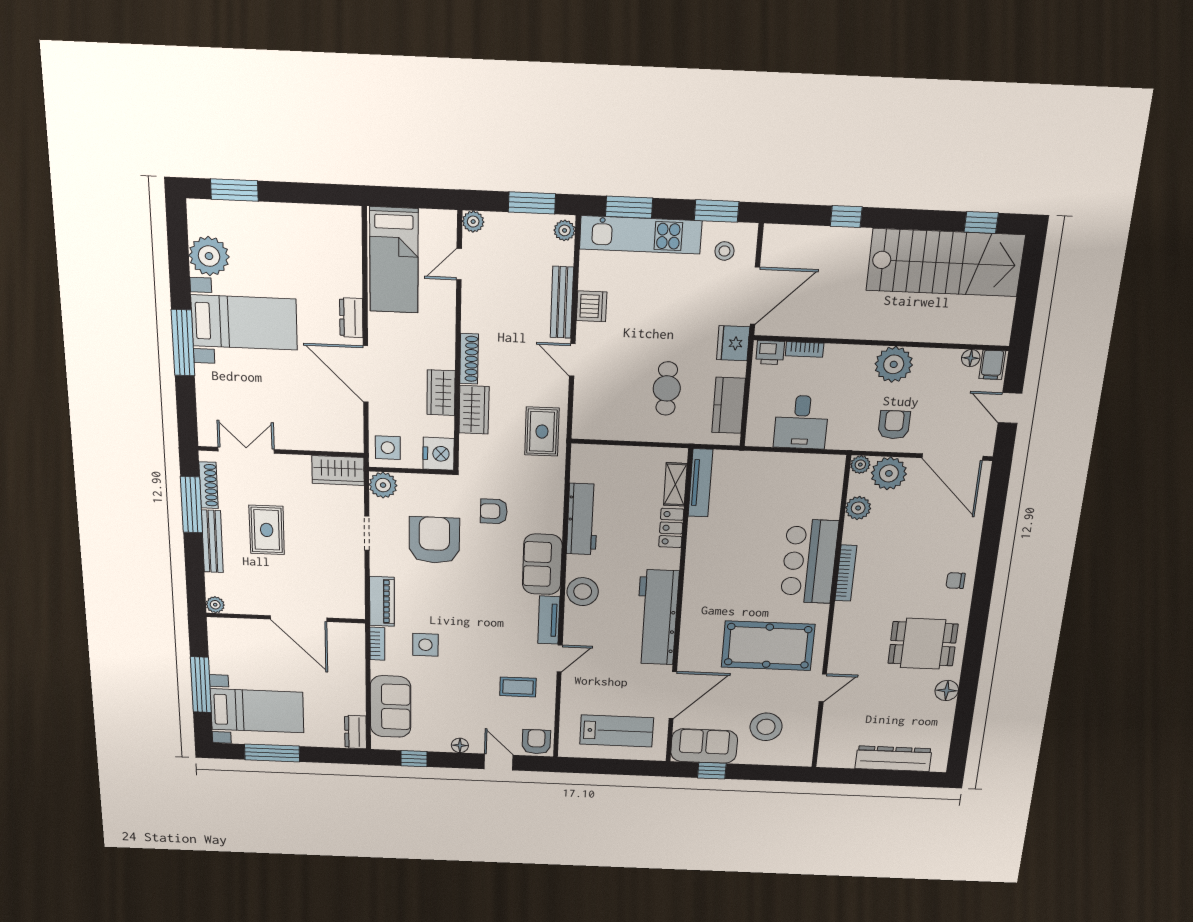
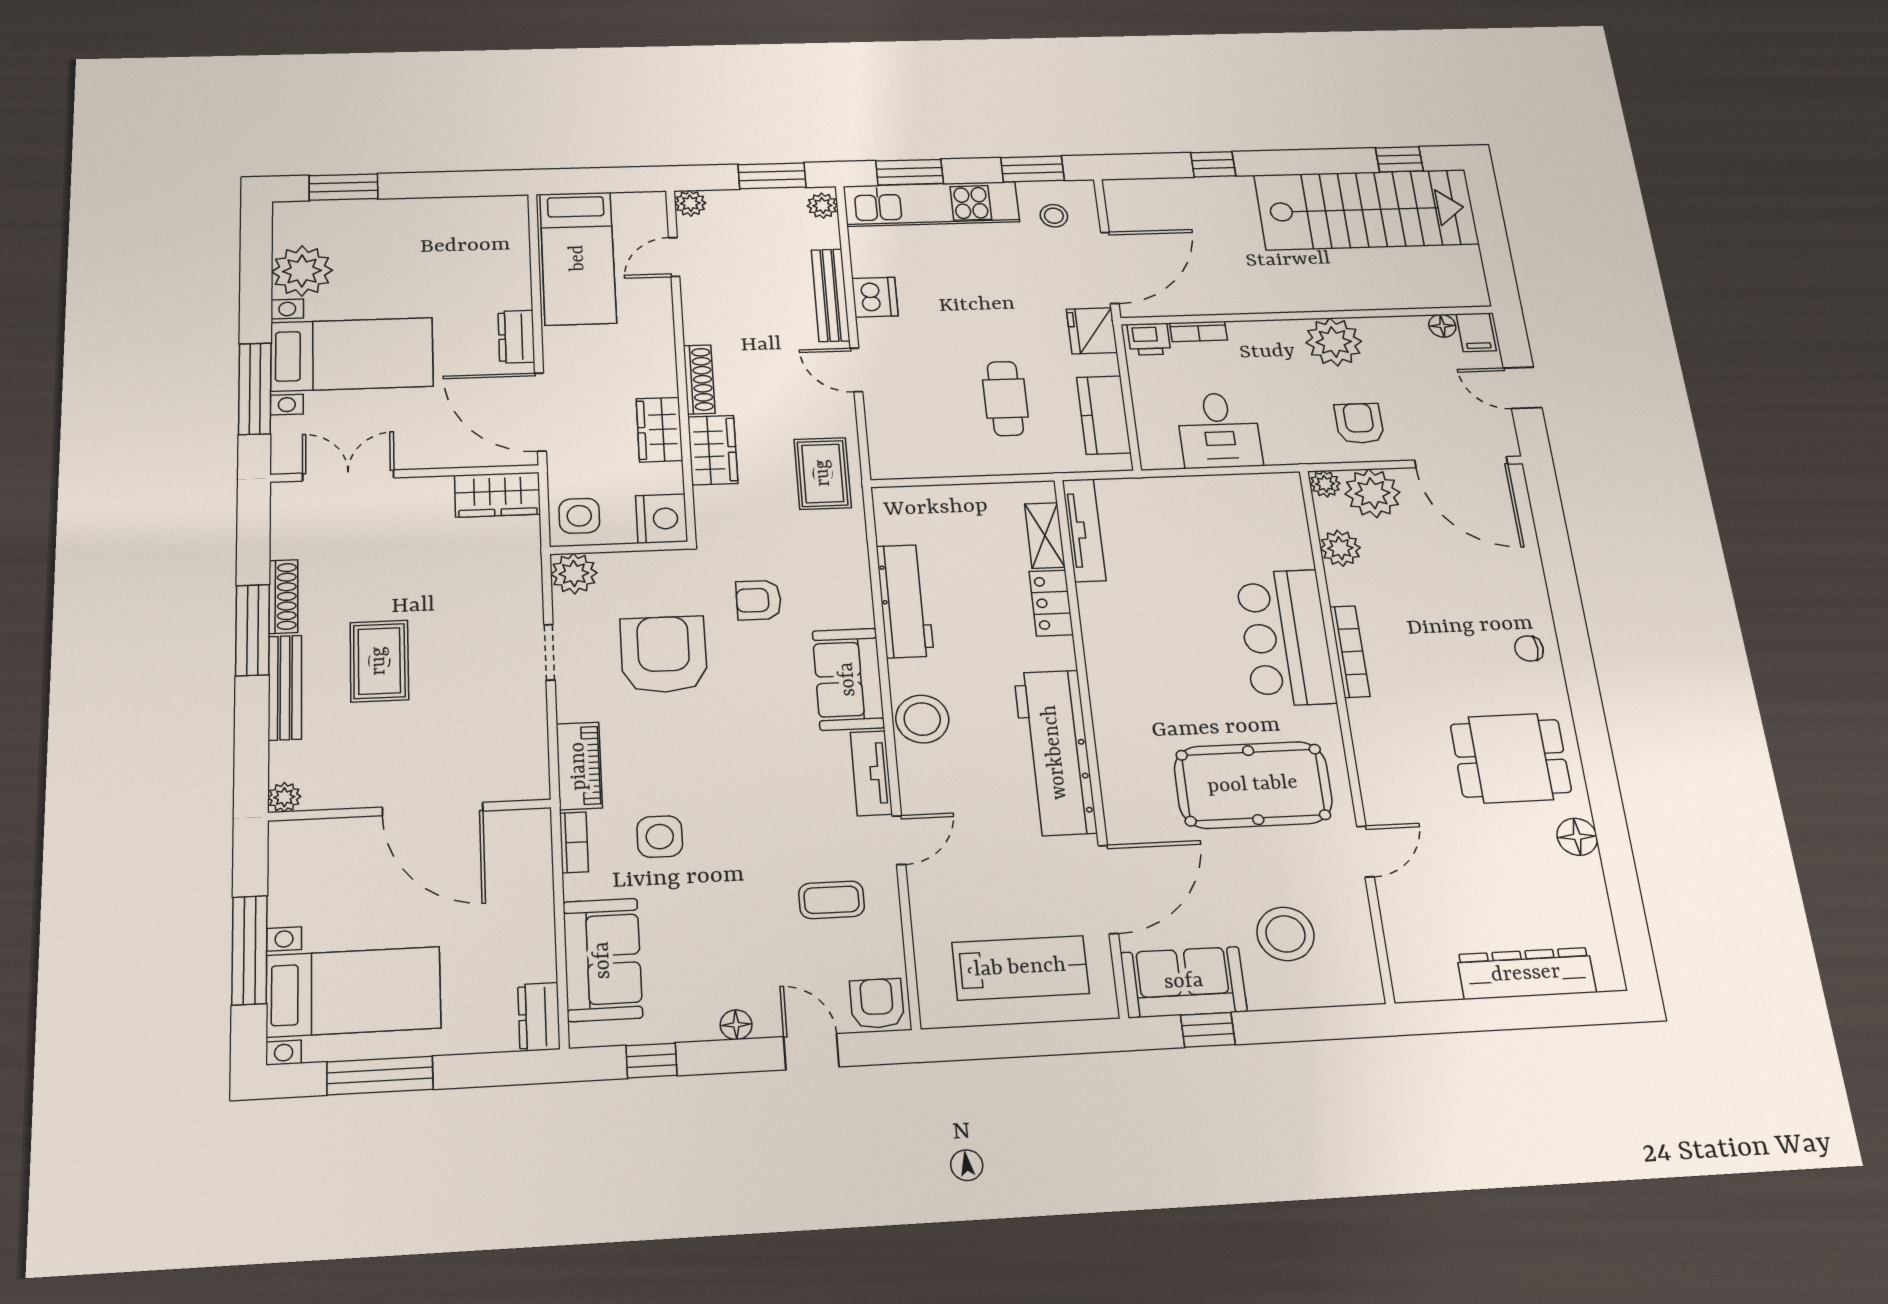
double door: (246, 450) -> (348, 475), moved
wall: (281, 452) -> (405, 473), moved
wardrobe: (338, 470) -> (497, 495), moved

